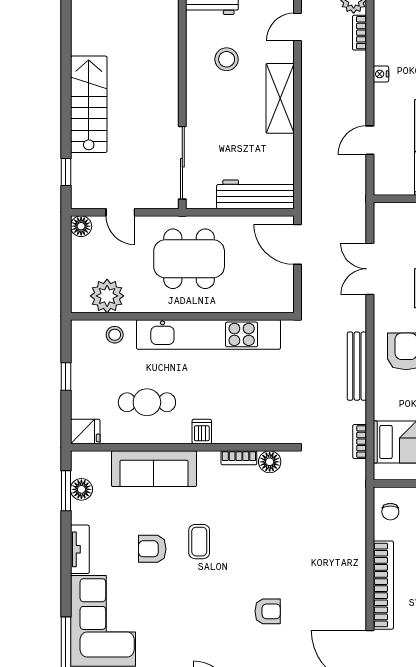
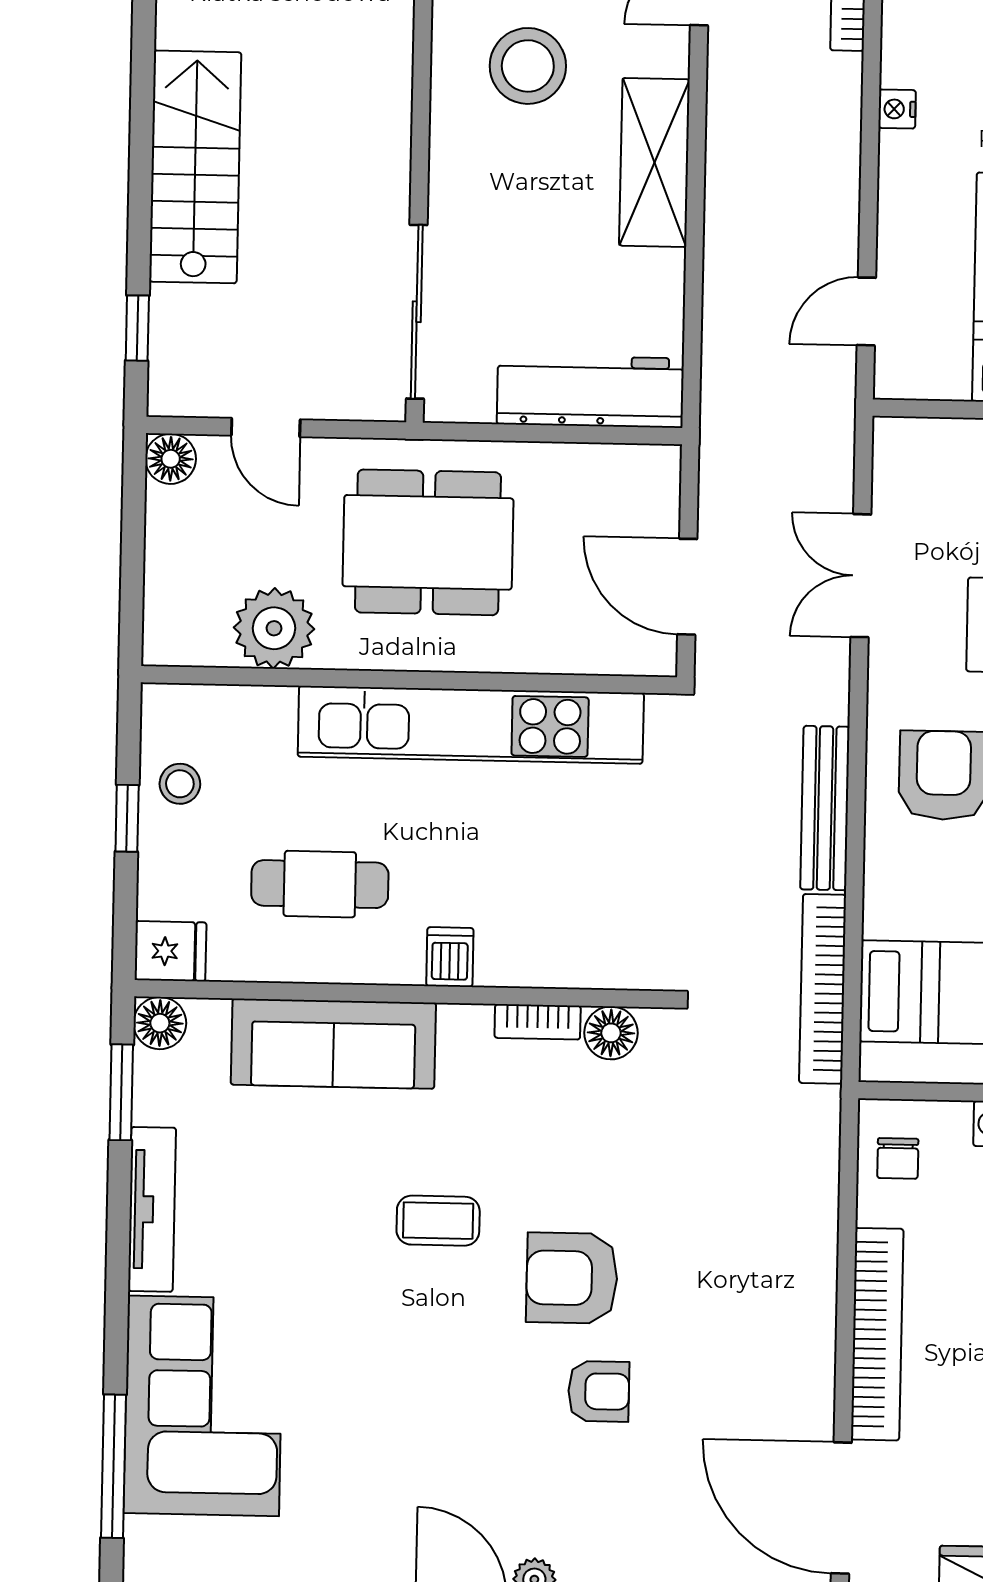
stool: (227, 59) -> (528, 66), width x1.38, depth x1.38
door: (370, 140) -> (866, 311), moved
door: (298, 244) -> (687, 587), moved
plant: (107, 296) -> (274, 628), moved
stool: (115, 335) -> (180, 784), moved
bookcase: (360, 442) -> (823, 989), width x2.31, depth x1.31
floor lamp: (81, 489) -> (160, 1023), moved
coffee table: (199, 542) -> (438, 1221), turned 90
tv unit: (80, 549) -> (152, 1209), width x1.41
armchair: (152, 549) -> (572, 1278), moved, width x1.38, depth x1.38

